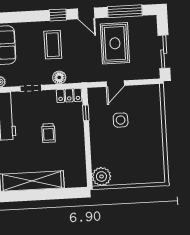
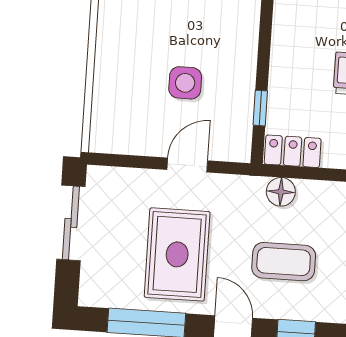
coffee table: (53, 45) -> (284, 262), moved, turned 90
floor lamp: (59, 77) -> (281, 192), moved

